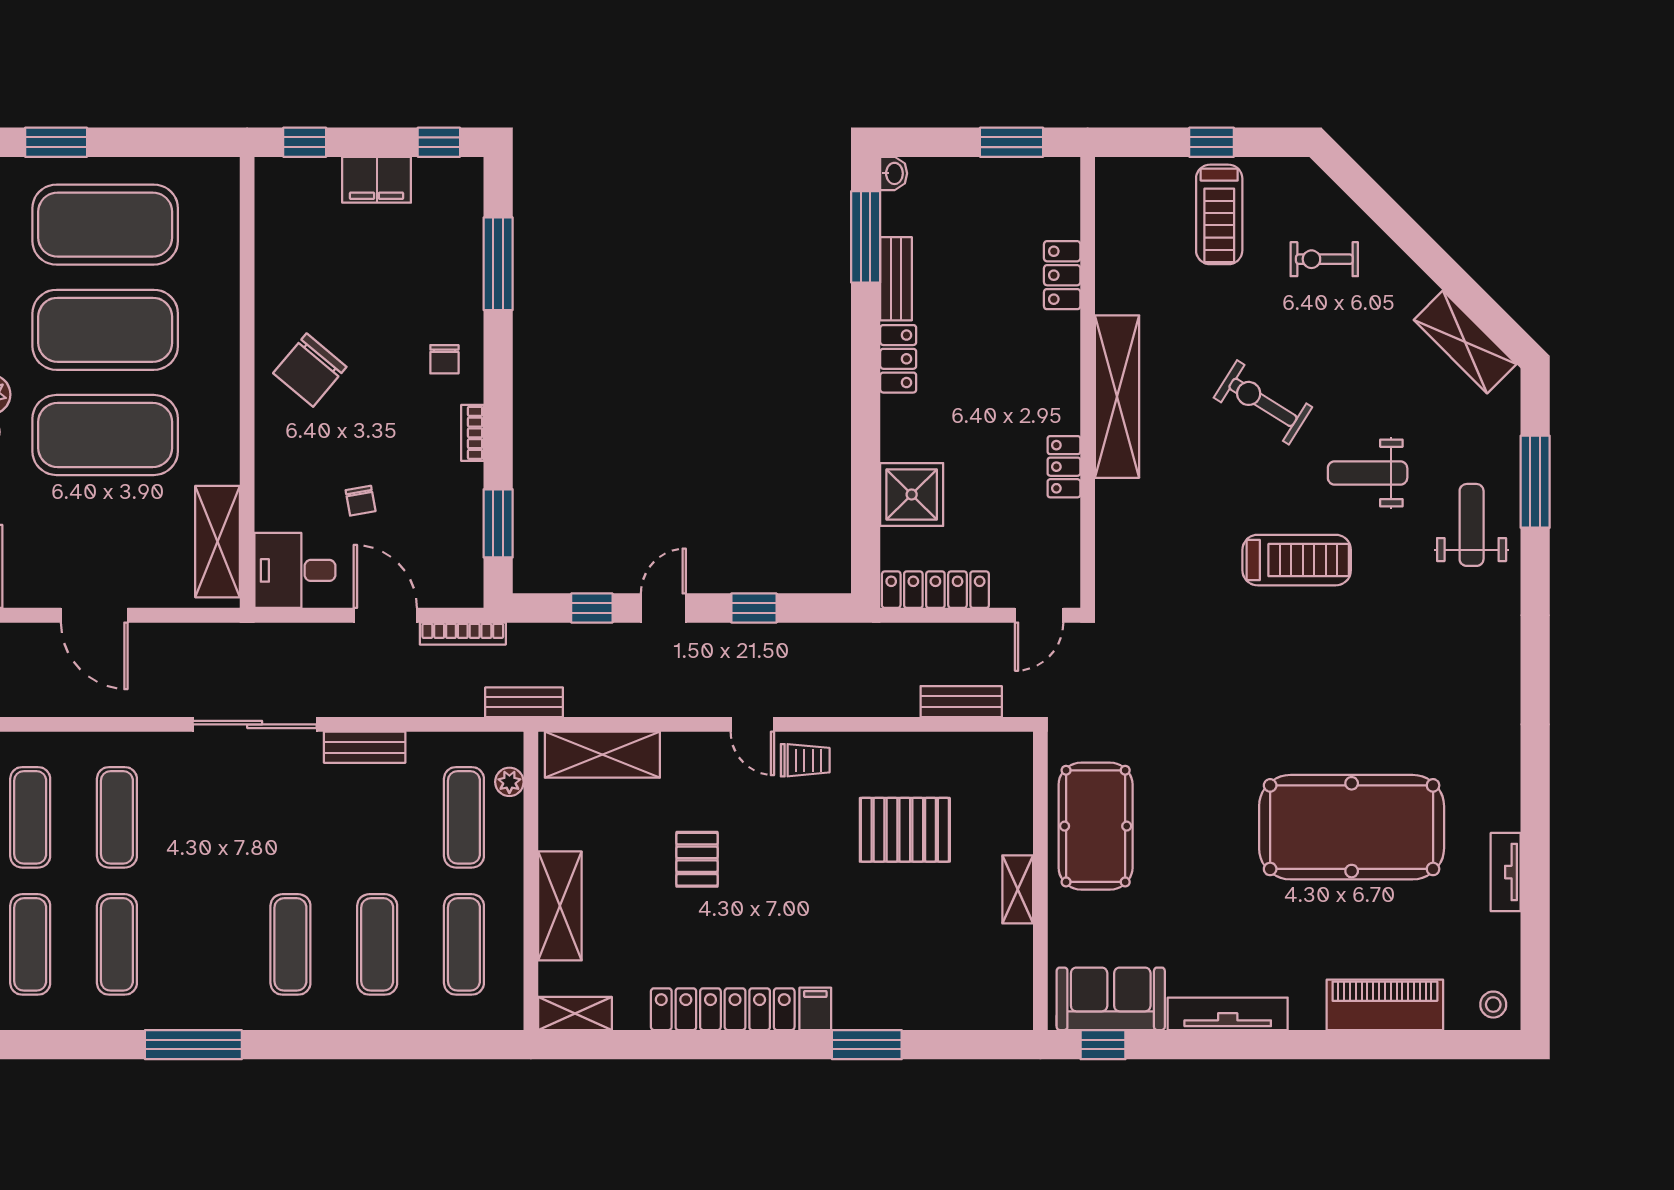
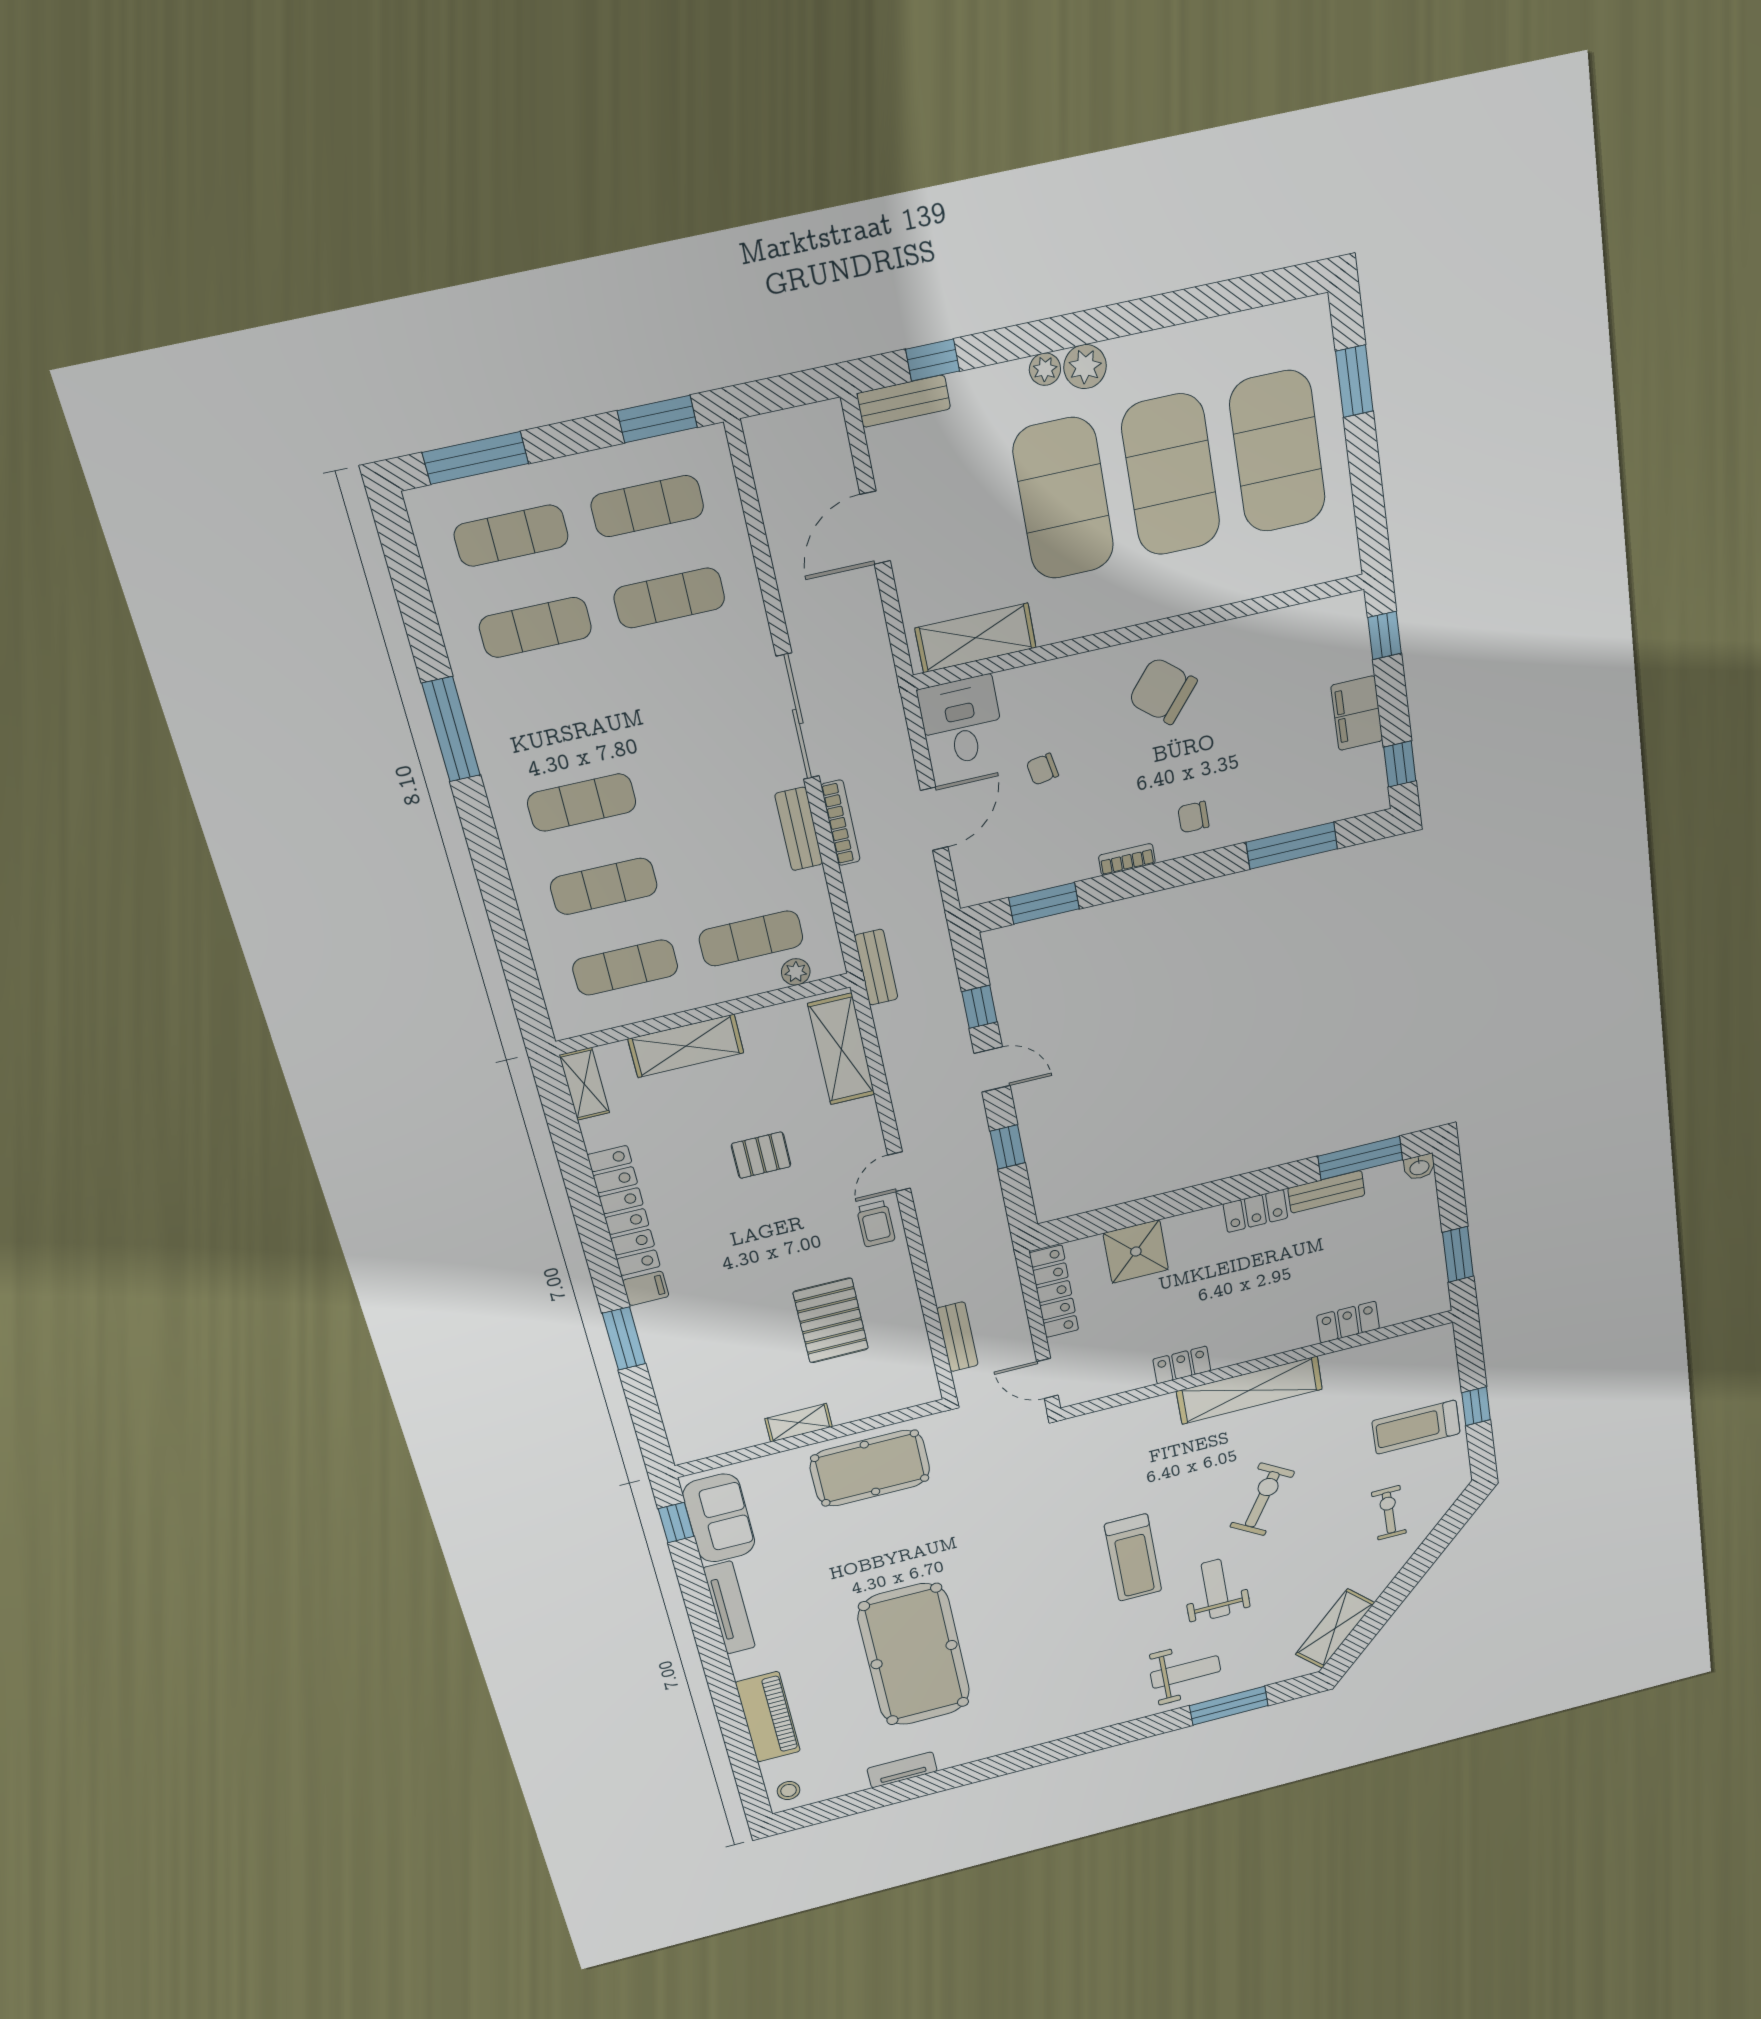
bookcase: (463, 634) -> (841, 823), moved, turned 180

